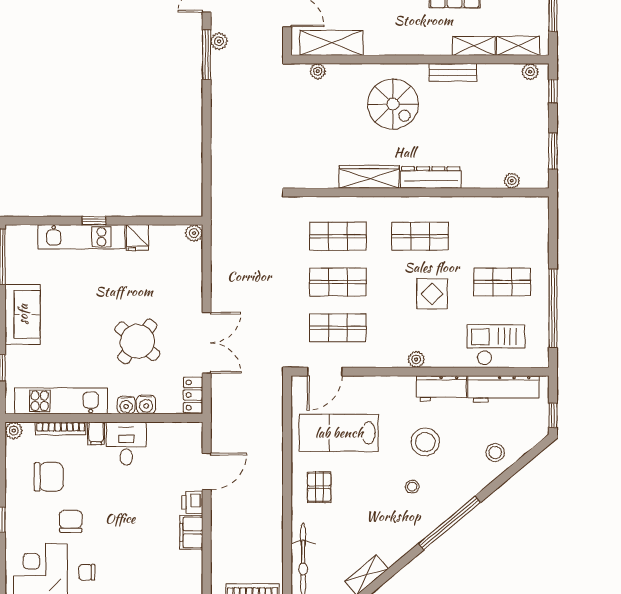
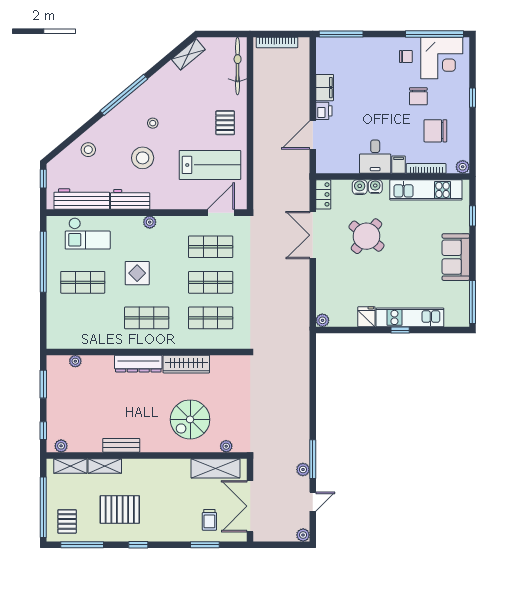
spiral stairs: (393, 104) -> (190, 419), moved, turned -90

